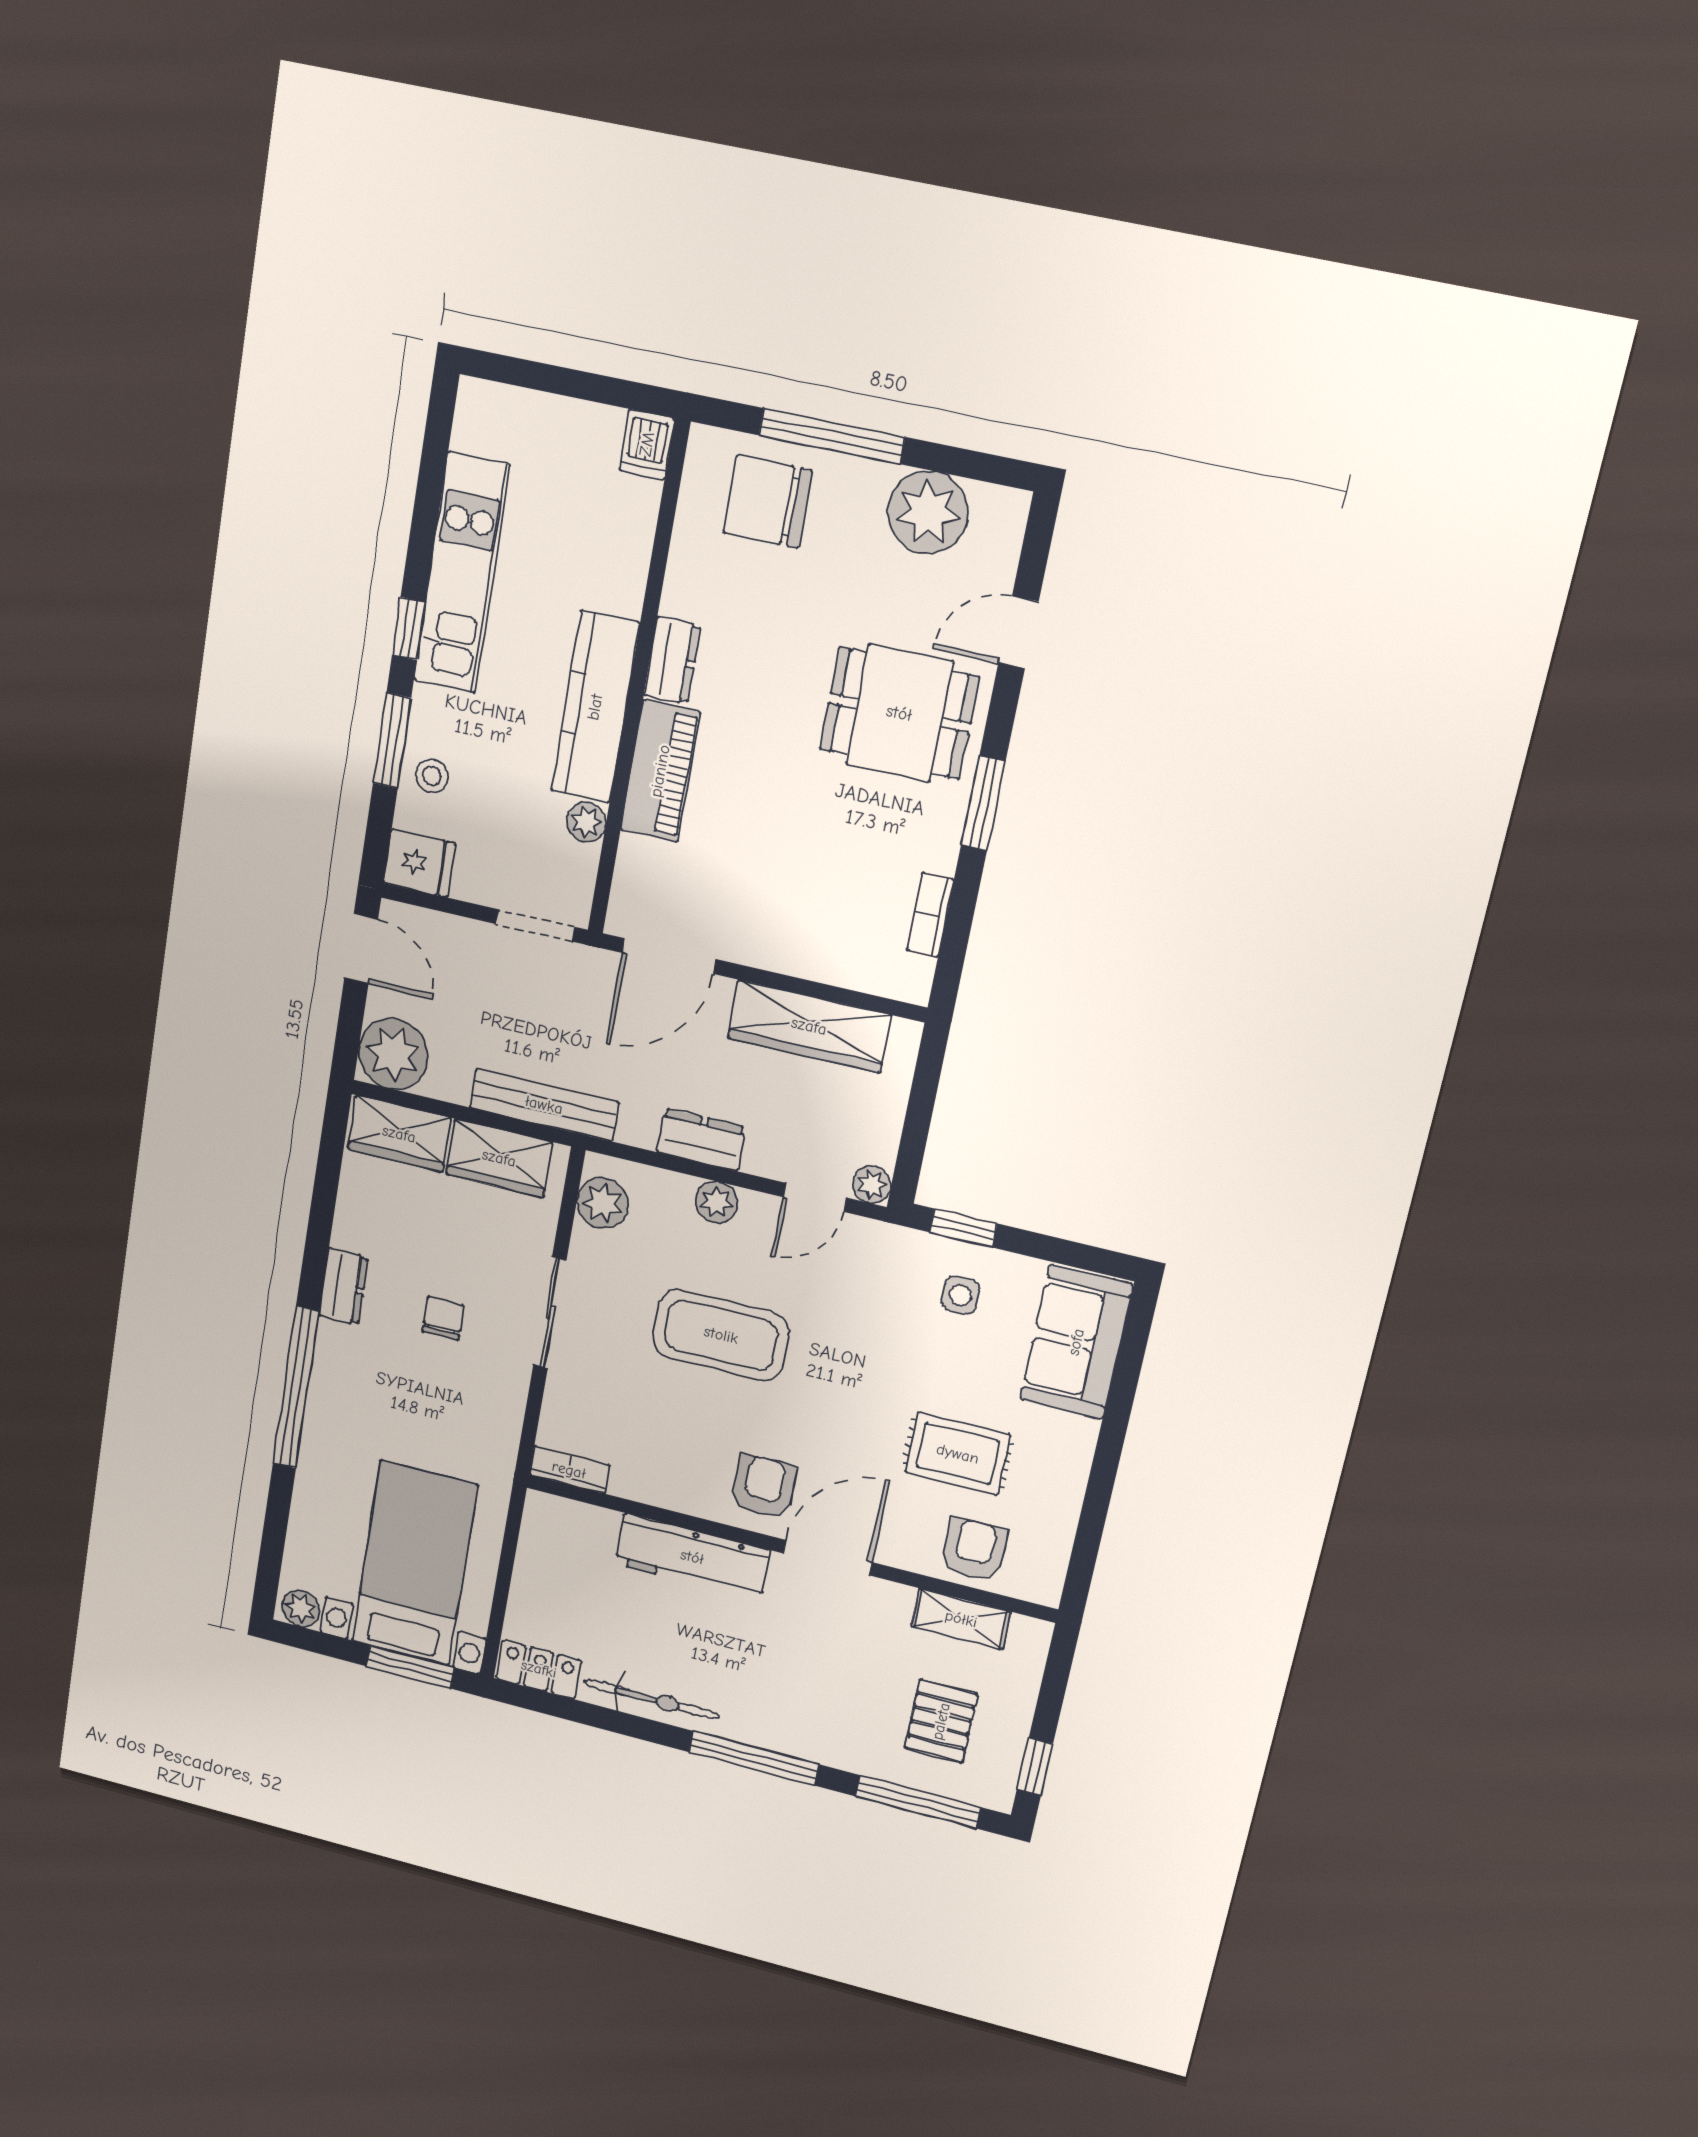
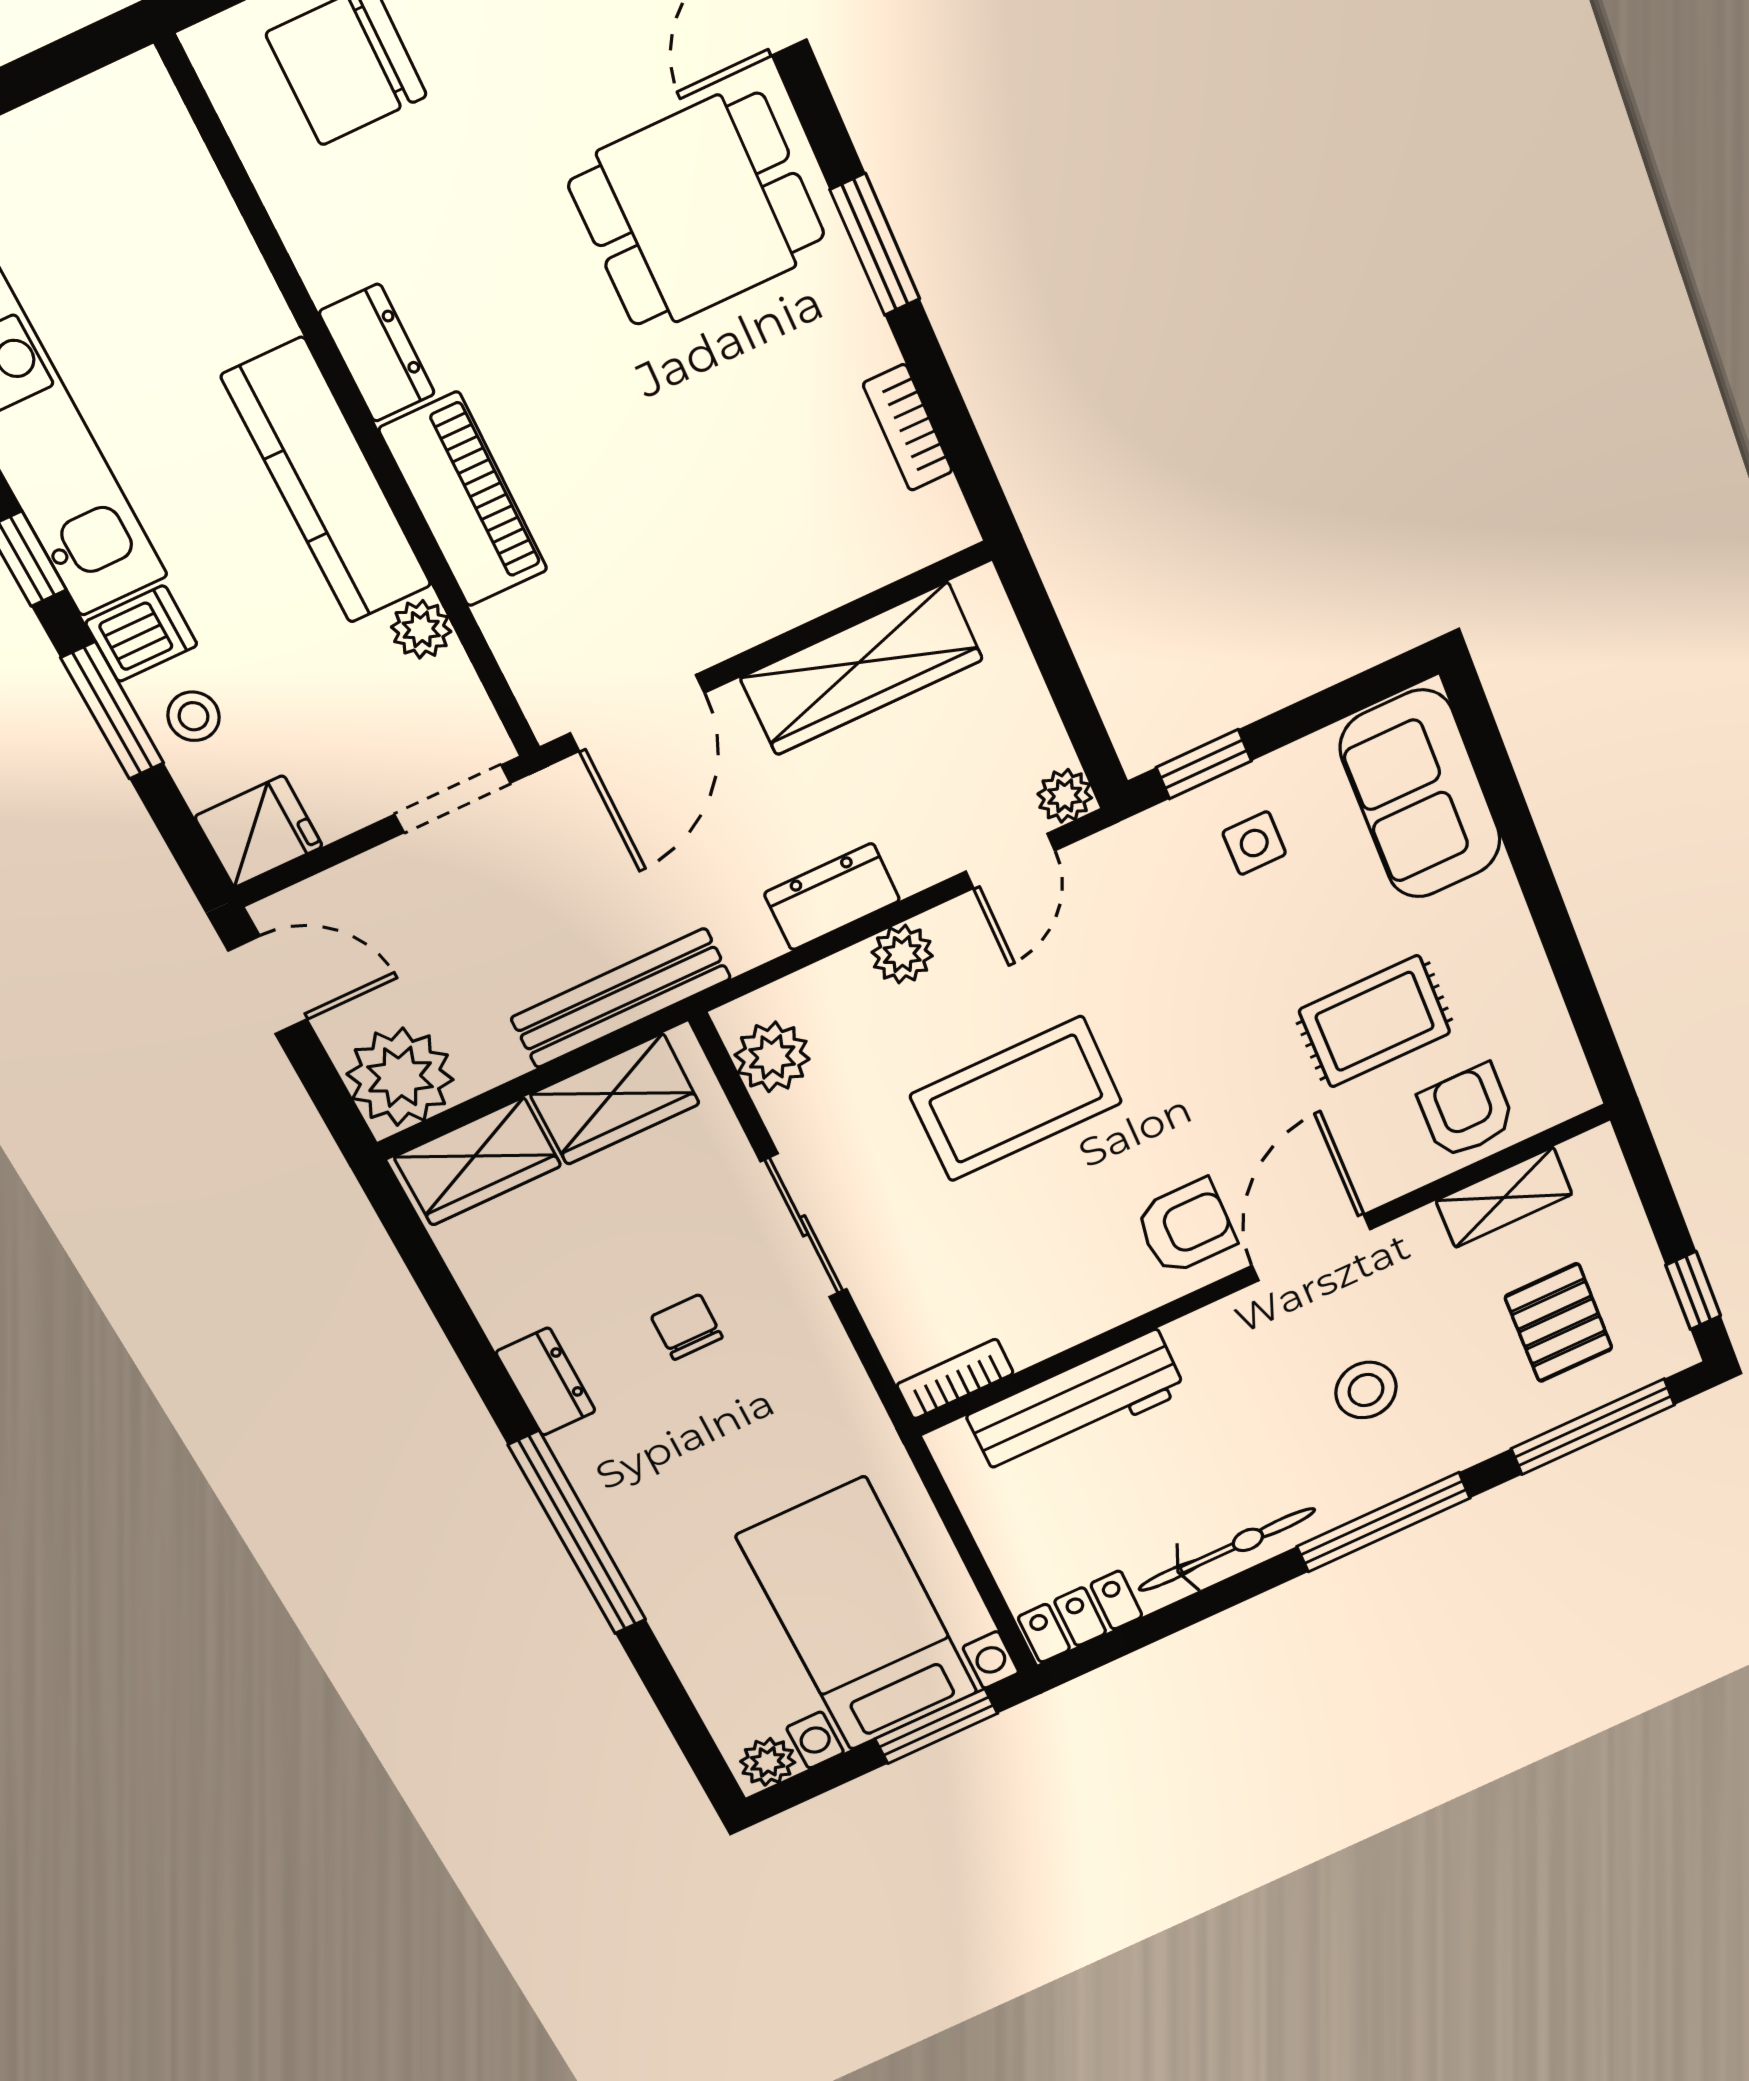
dishwasher: (647, 444) -> (141, 634), moved, turned -90
armchair: (764, 1487) -> (1186, 1227), turned 90
workbench: (692, 1557) -> (1076, 1403), moved
stool: (800, 1669) -> (1366, 1390), added

